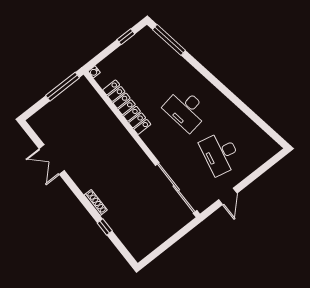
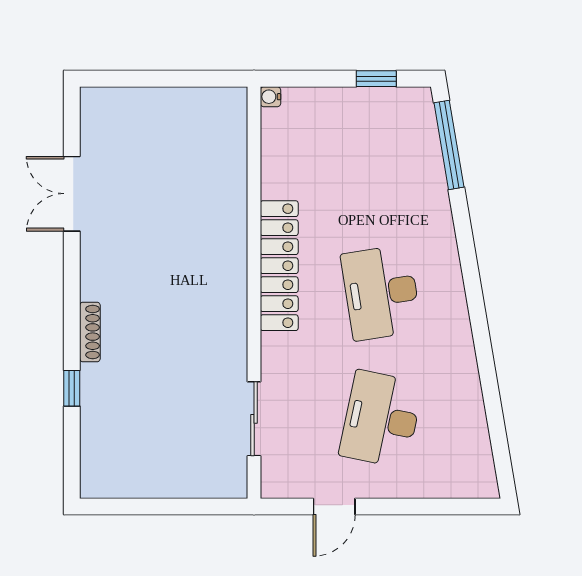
window: (63, 87) -> (194, 79), removed
locker: (127, 107) -> (279, 266), moved
sliding door: (176, 188) -> (254, 419), width x0.54

